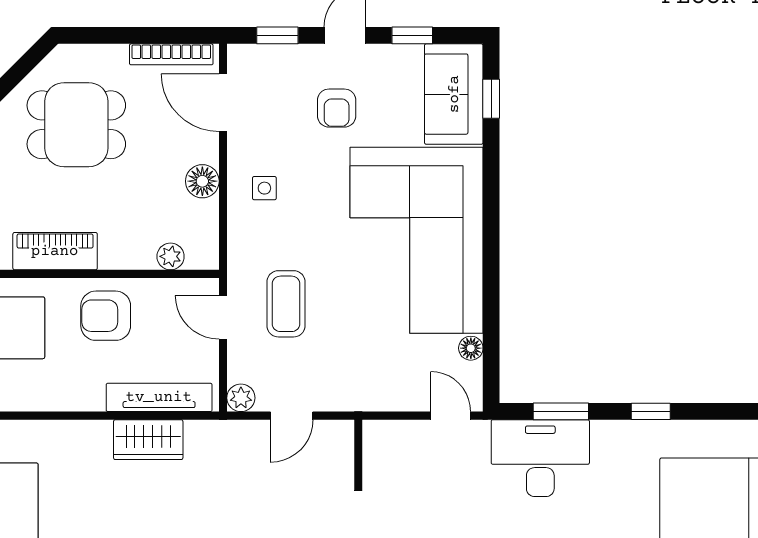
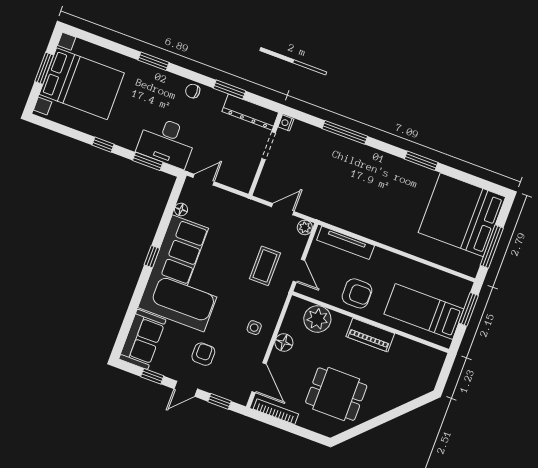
window: (491, 99) -> (152, 257), moved
plant: (171, 256) -> (317, 319), width x1.87, depth x1.87
door: (451, 416) -> (204, 180), swing flipped
wardrobe: (148, 440) -> (359, 224), removed

